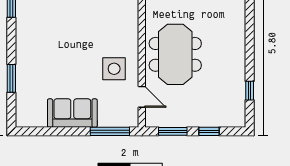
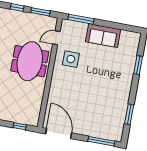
door: (142, 97) -> (56, 38), hinge flipped

